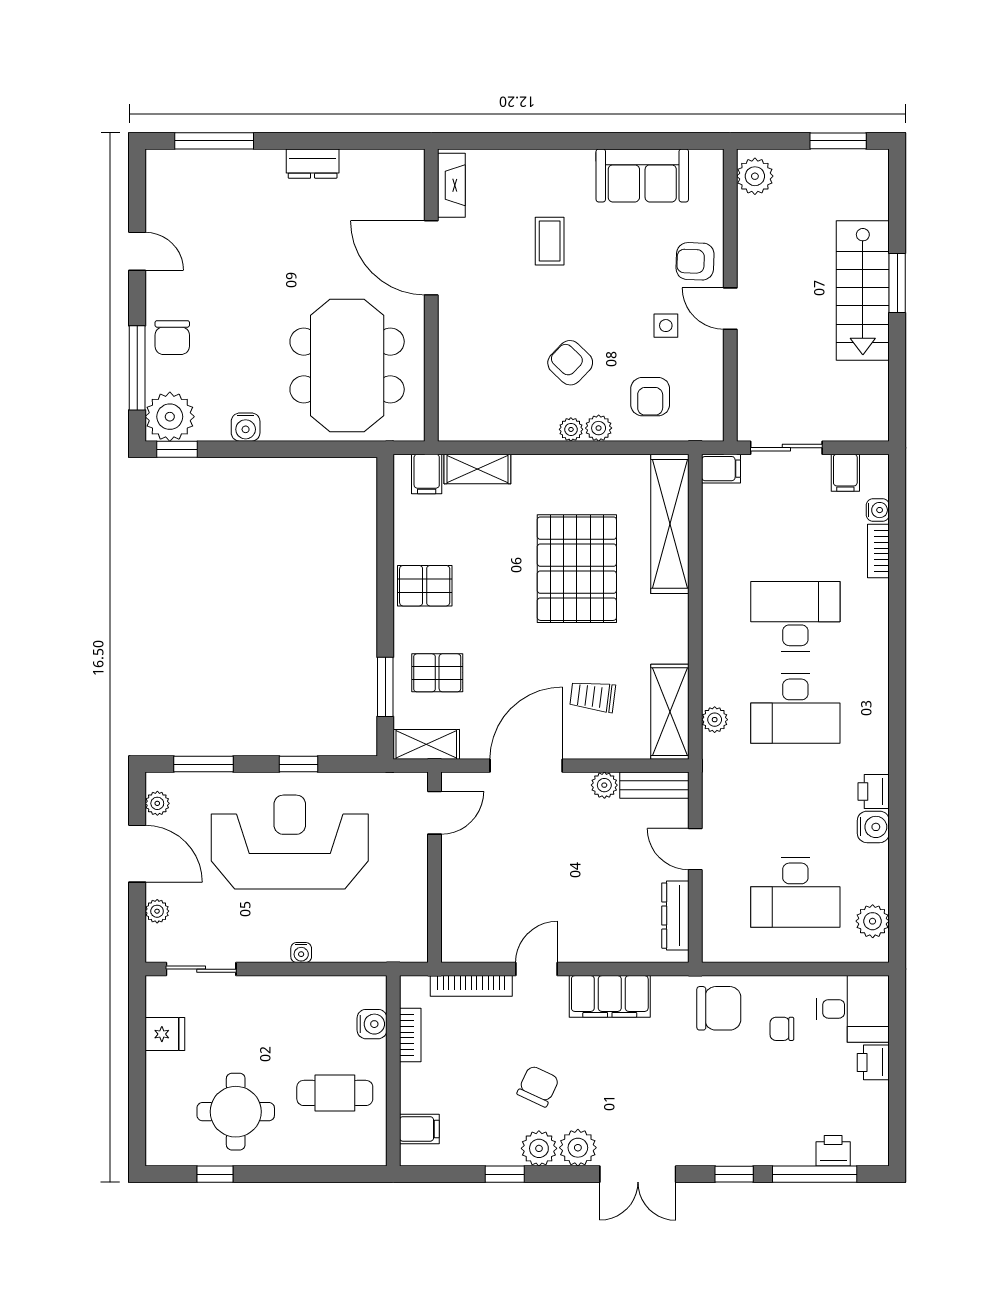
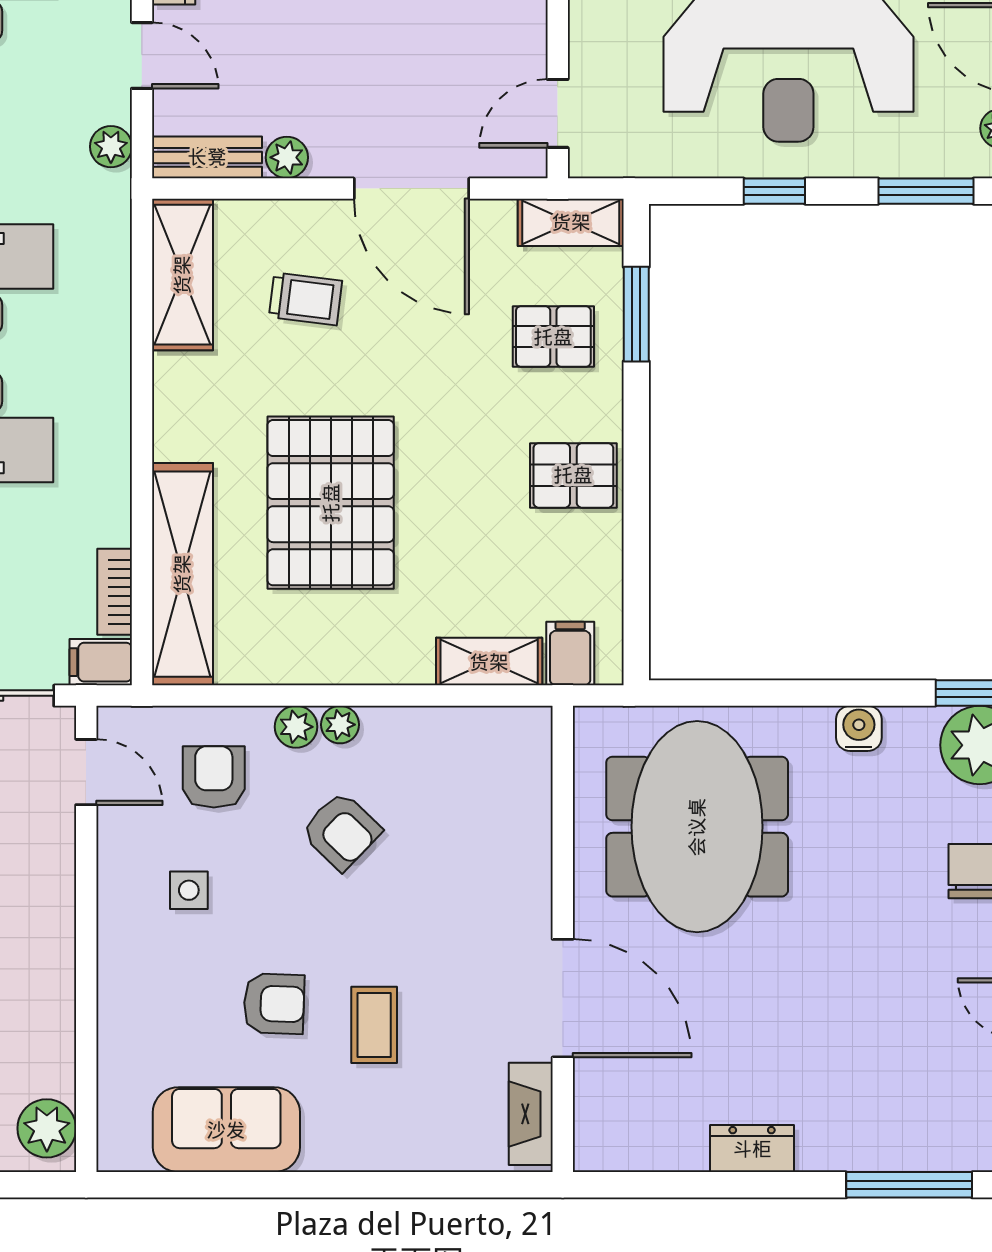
armchair: (695, 261) -> (274, 1004), moved
door: (730, 309) -> (86, 772), moved
bookcase: (712, 513) -> (115, 592), added
plant: (715, 720) -> (111, 147), moved
door: (526, 766) -> (411, 189), hinge flipped

